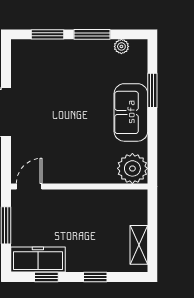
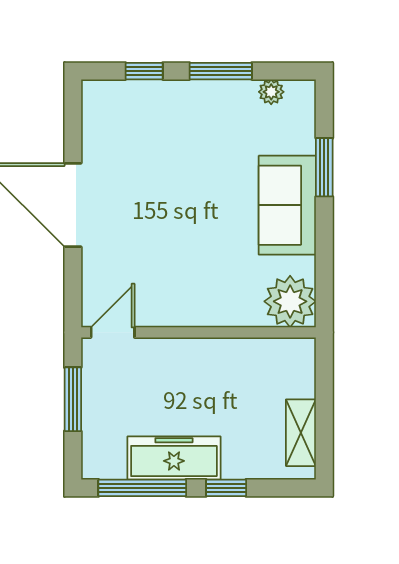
window: (47, 34) -> (144, 71), width x0.67
freezer: (38, 260) -> (174, 458), moved
window: (46, 277) -> (142, 488), width x2.17

